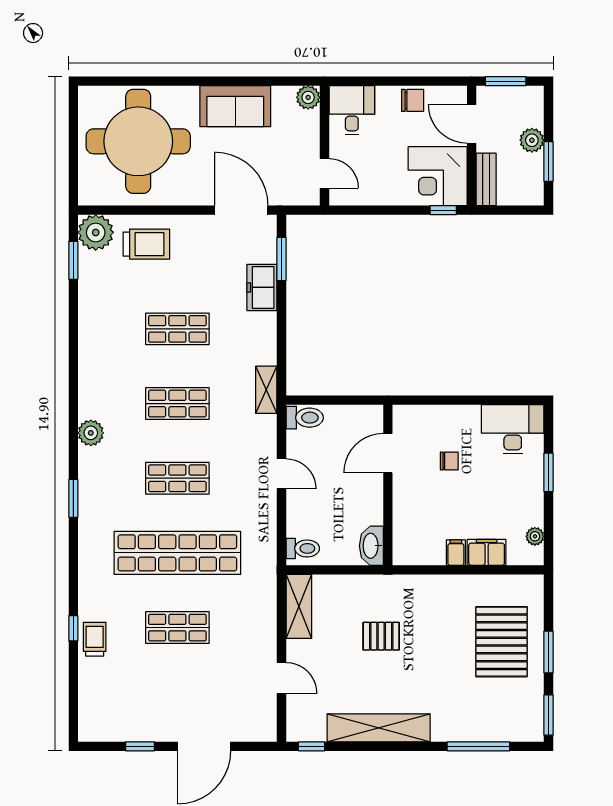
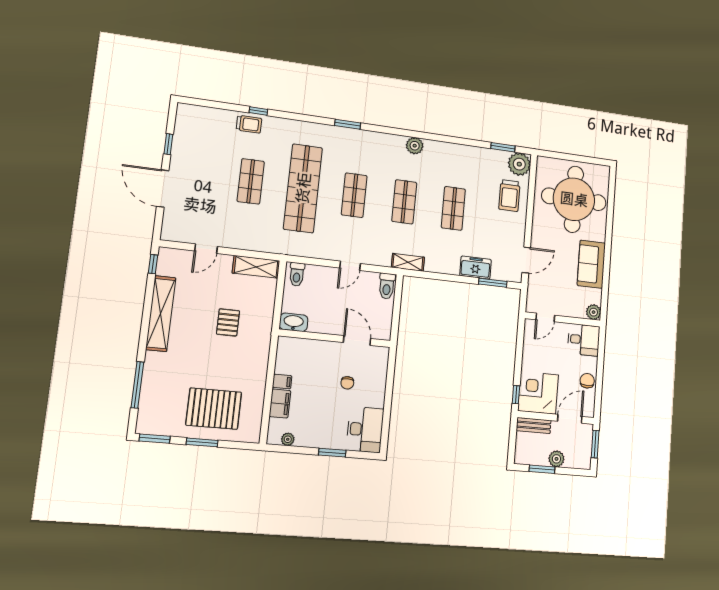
chair: (413, 100) -> (587, 381), turned 180
door: (241, 210) -> (526, 260), width x0.73
plant: (91, 433) -> (415, 146), moved

